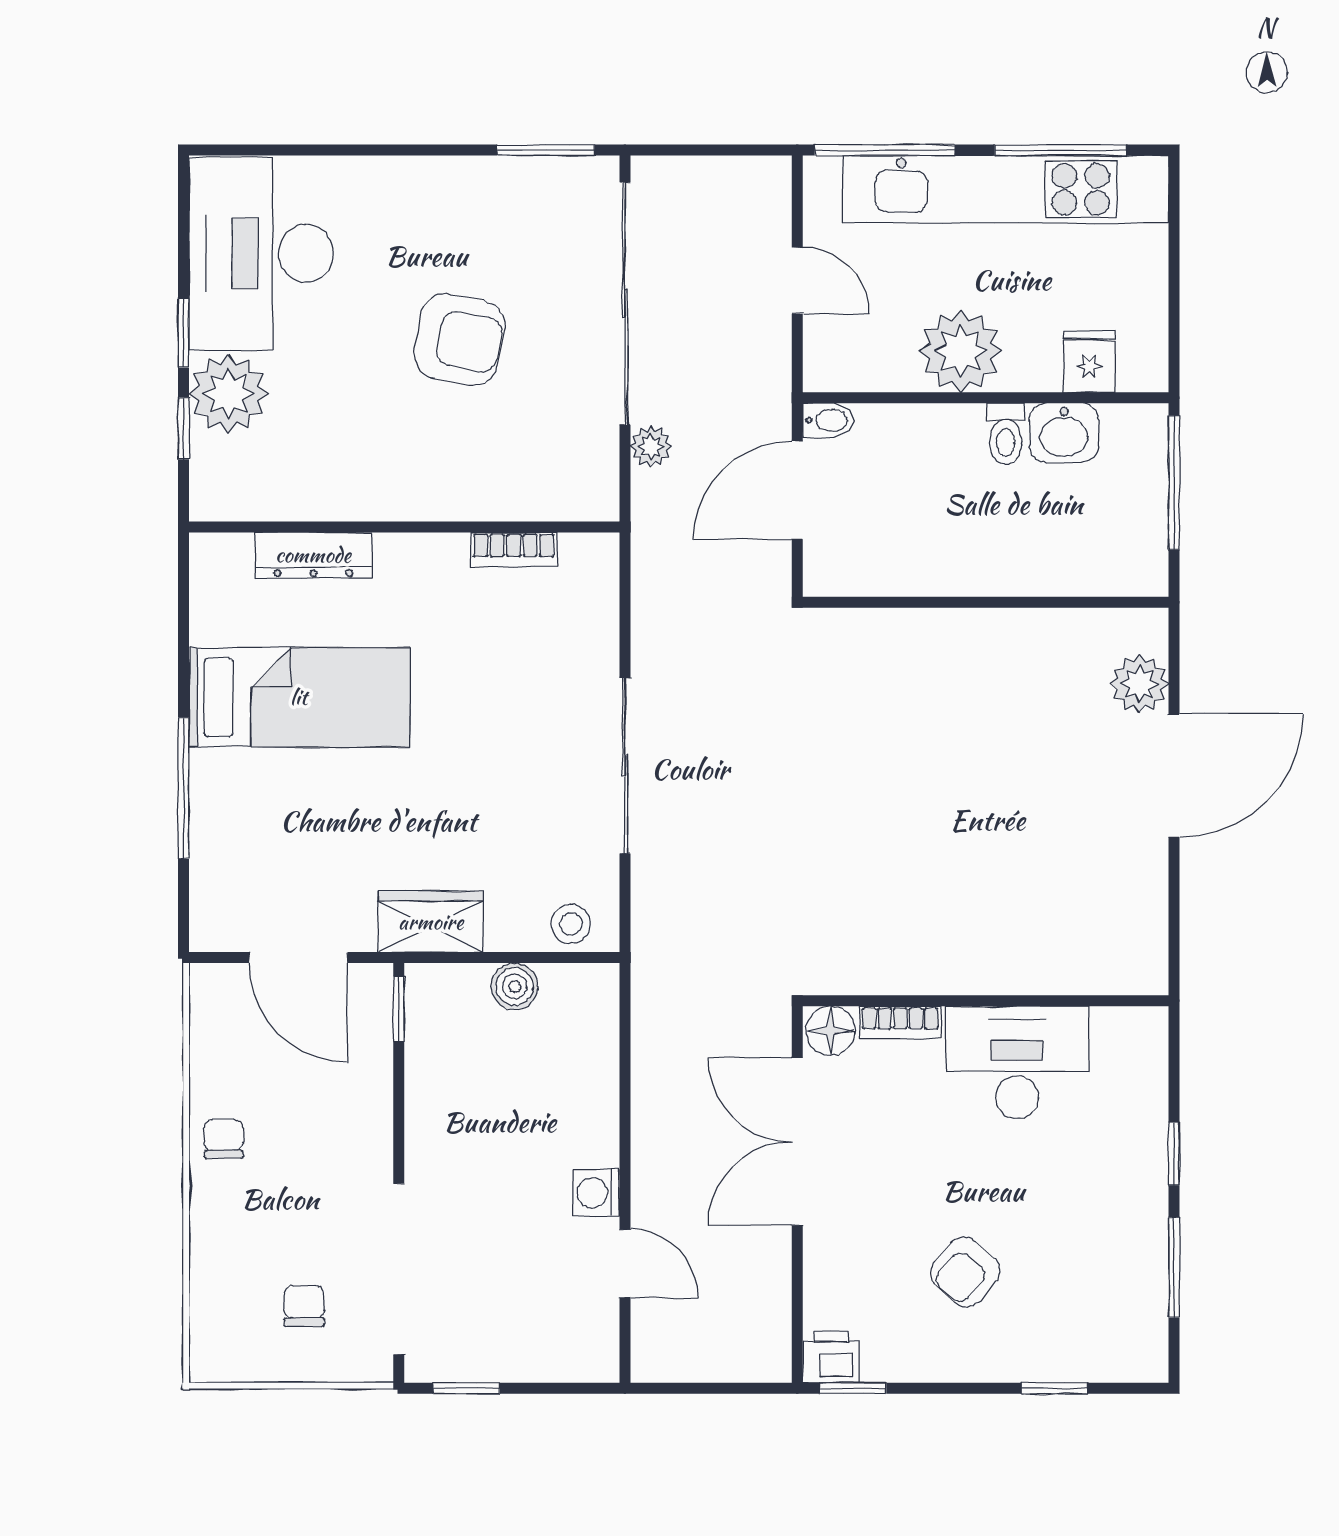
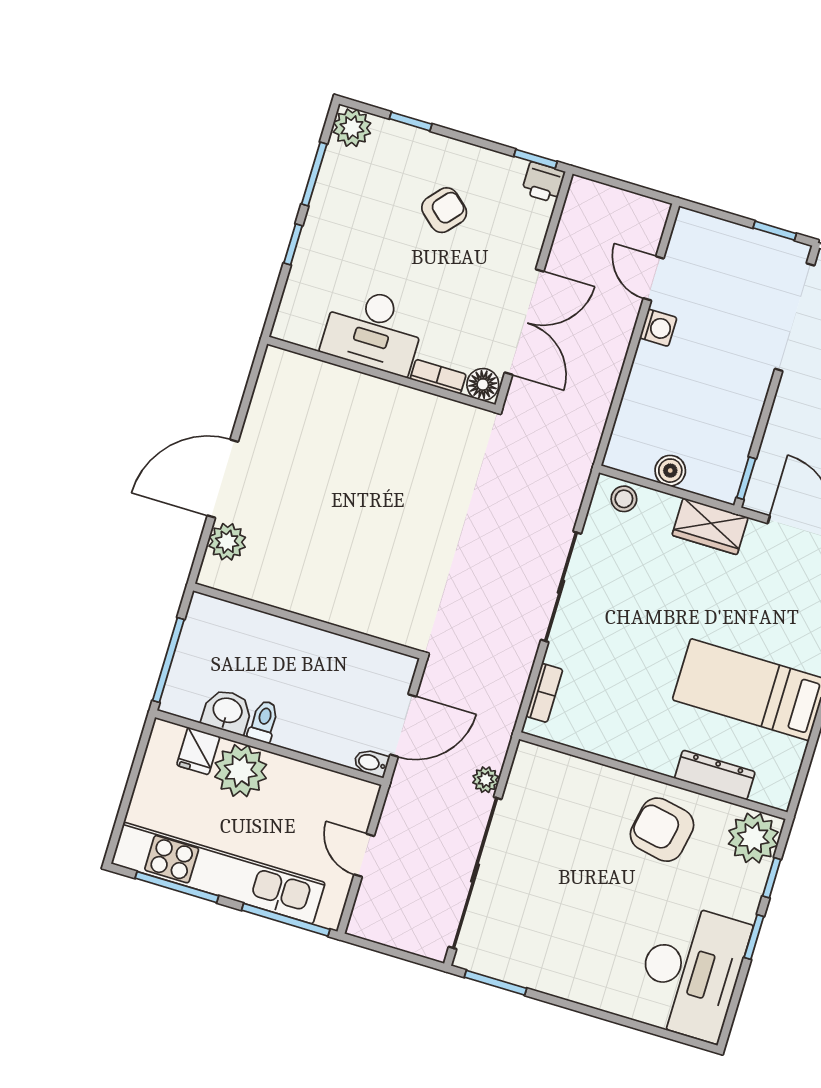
armchair: (459, 340) -> (662, 830), moved
plant: (961, 351) -> (241, 771), moved
plant: (228, 394) -> (753, 838), moved
bookcase: (514, 549) -> (544, 693), moved, turned 90
plant: (1139, 1353) -> (352, 128), added

